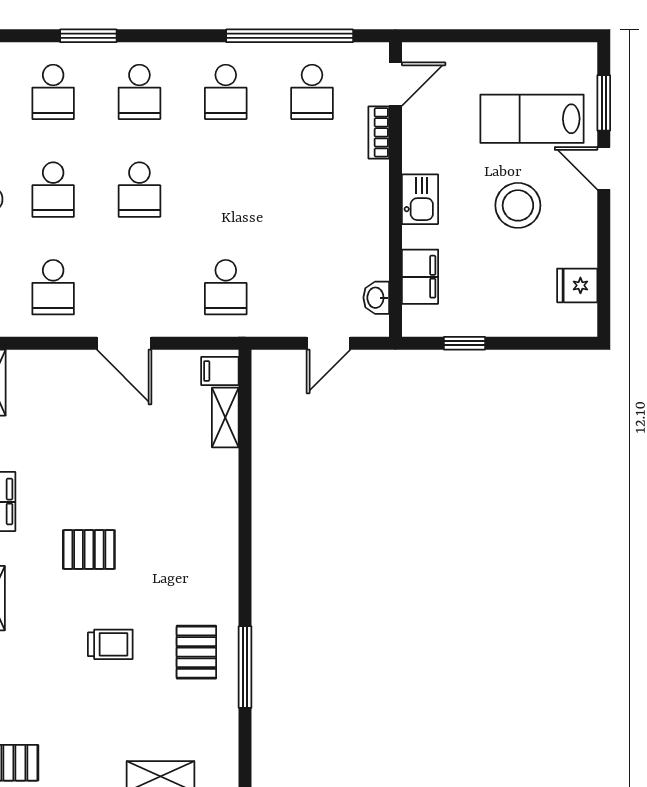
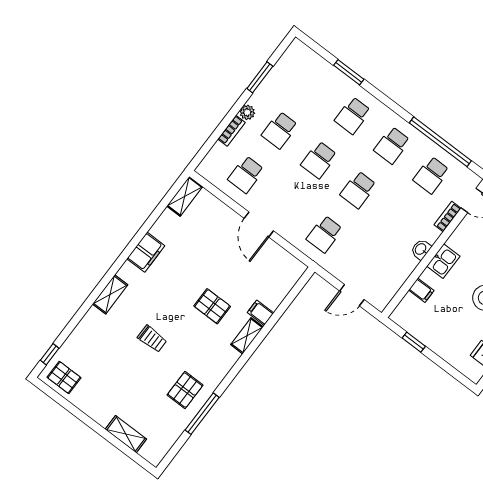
school desk: (53, 92) -> (358, 190), moved
filing cabinet: (420, 277) -> (421, 290), width x0.50
washbasin: (376, 298) -> (421, 249), moved
filing cabinet: (220, 371) -> (261, 313), moved
shelving: (225, 418) -> (247, 336), moved
pallet: (89, 549) -> (212, 306), moved
trolley: (110, 644) -> (152, 339), moved

